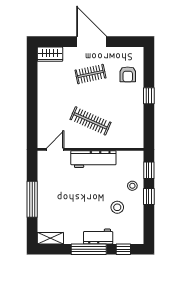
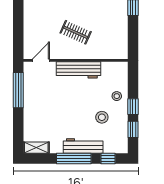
clothes rail: (90, 121) -> (76, 32), width x0.73
window: (149, 170) -> (133, 129), moved
window: (32, 199) -> (18, 90), moved
workbench: (98, 237) -> (83, 146), width x1.37

